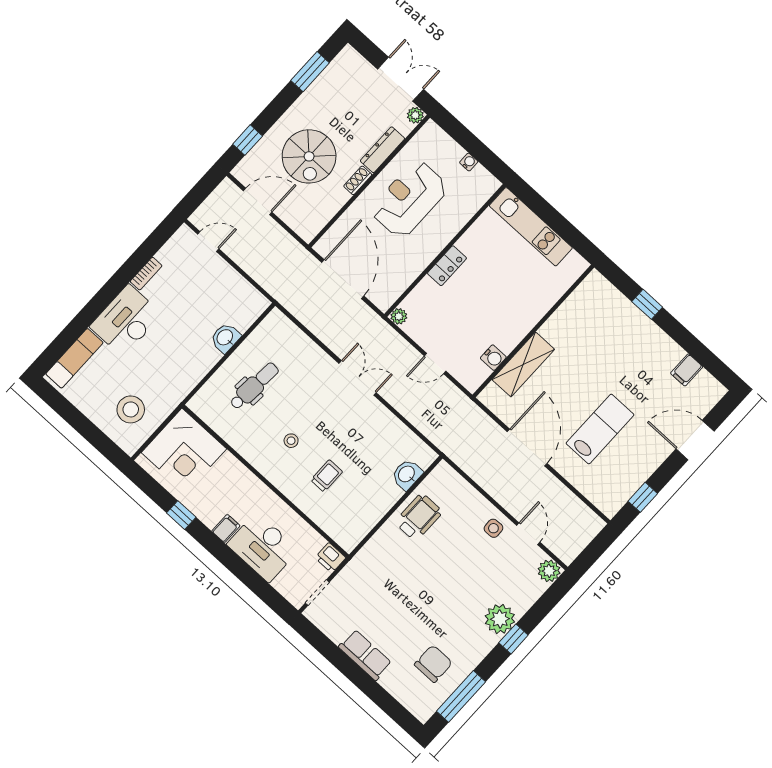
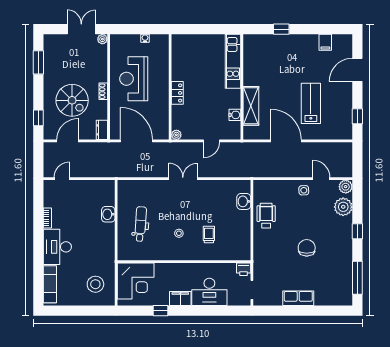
dresser: (382, 150) -> (102, 130), moved, width x0.70
kitchen unit: (531, 227) -> (233, 61), moved, turned 90
filing cabinet: (226, 529) -> (180, 298), width x2.00
plant: (500, 619) -> (343, 207), moved
chair: (433, 664) -> (307, 248), moved

